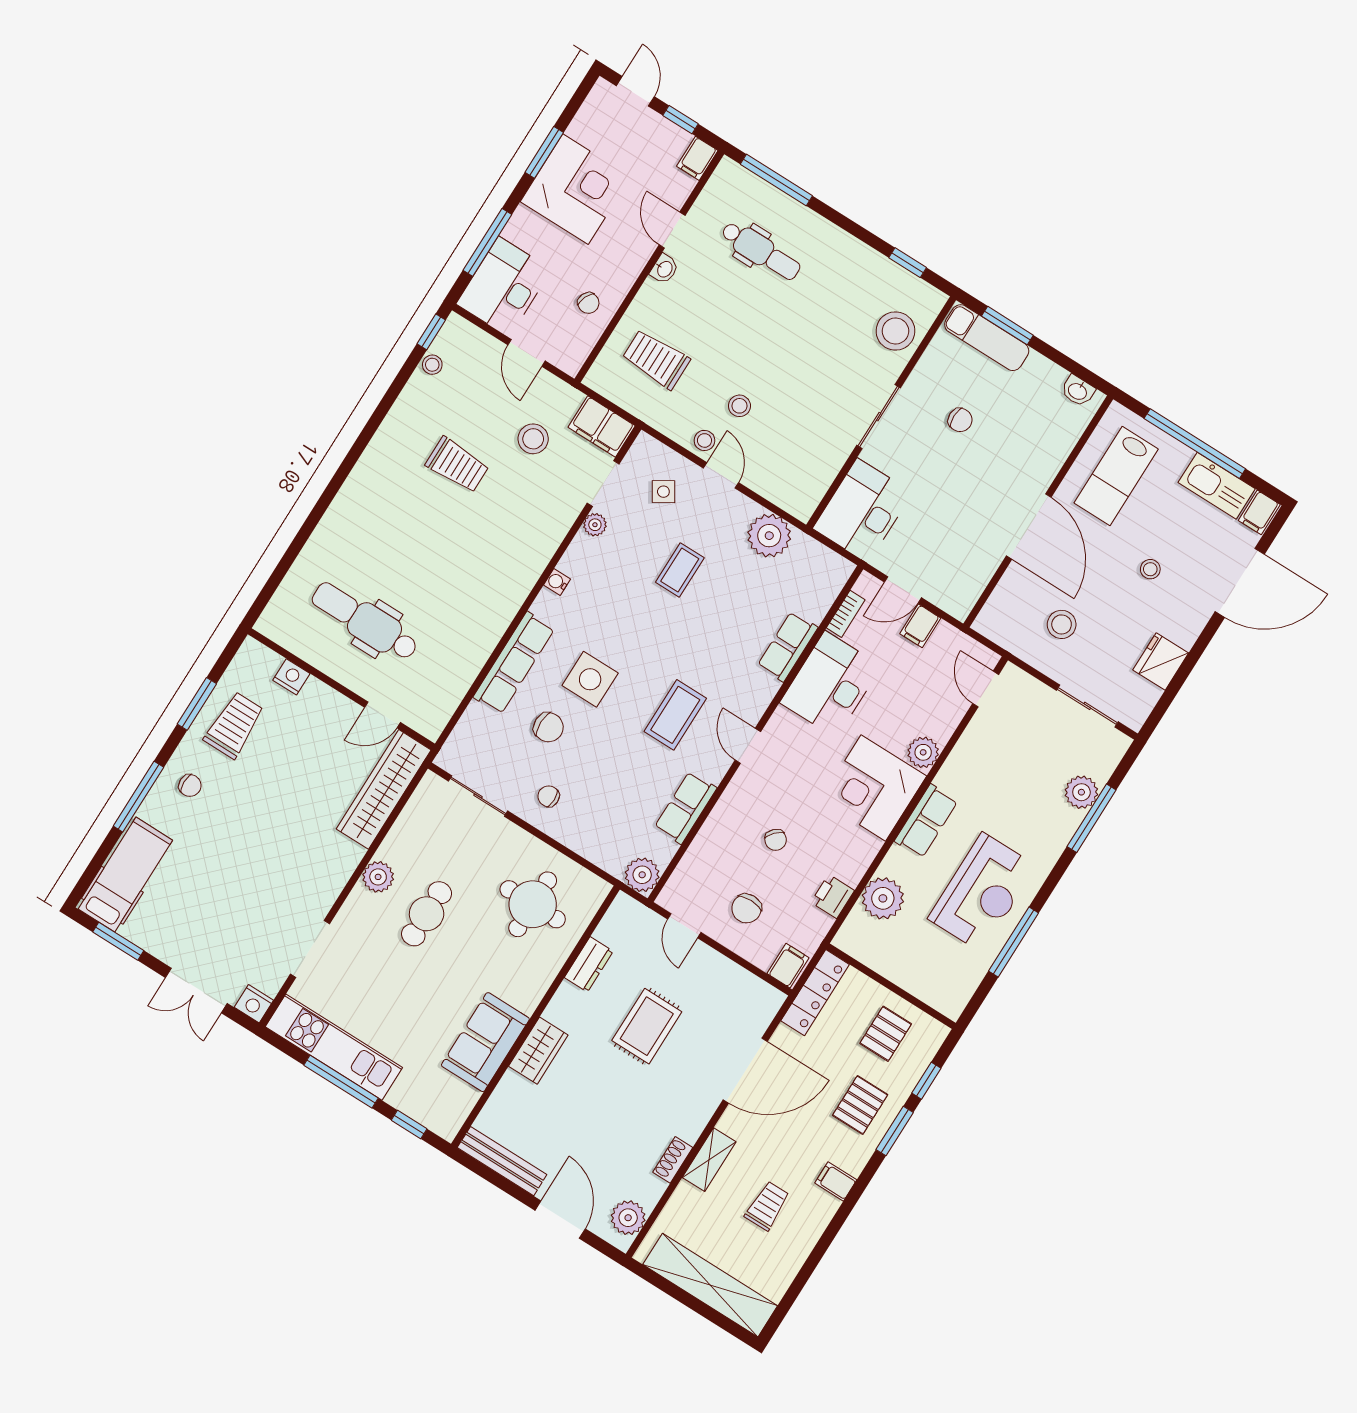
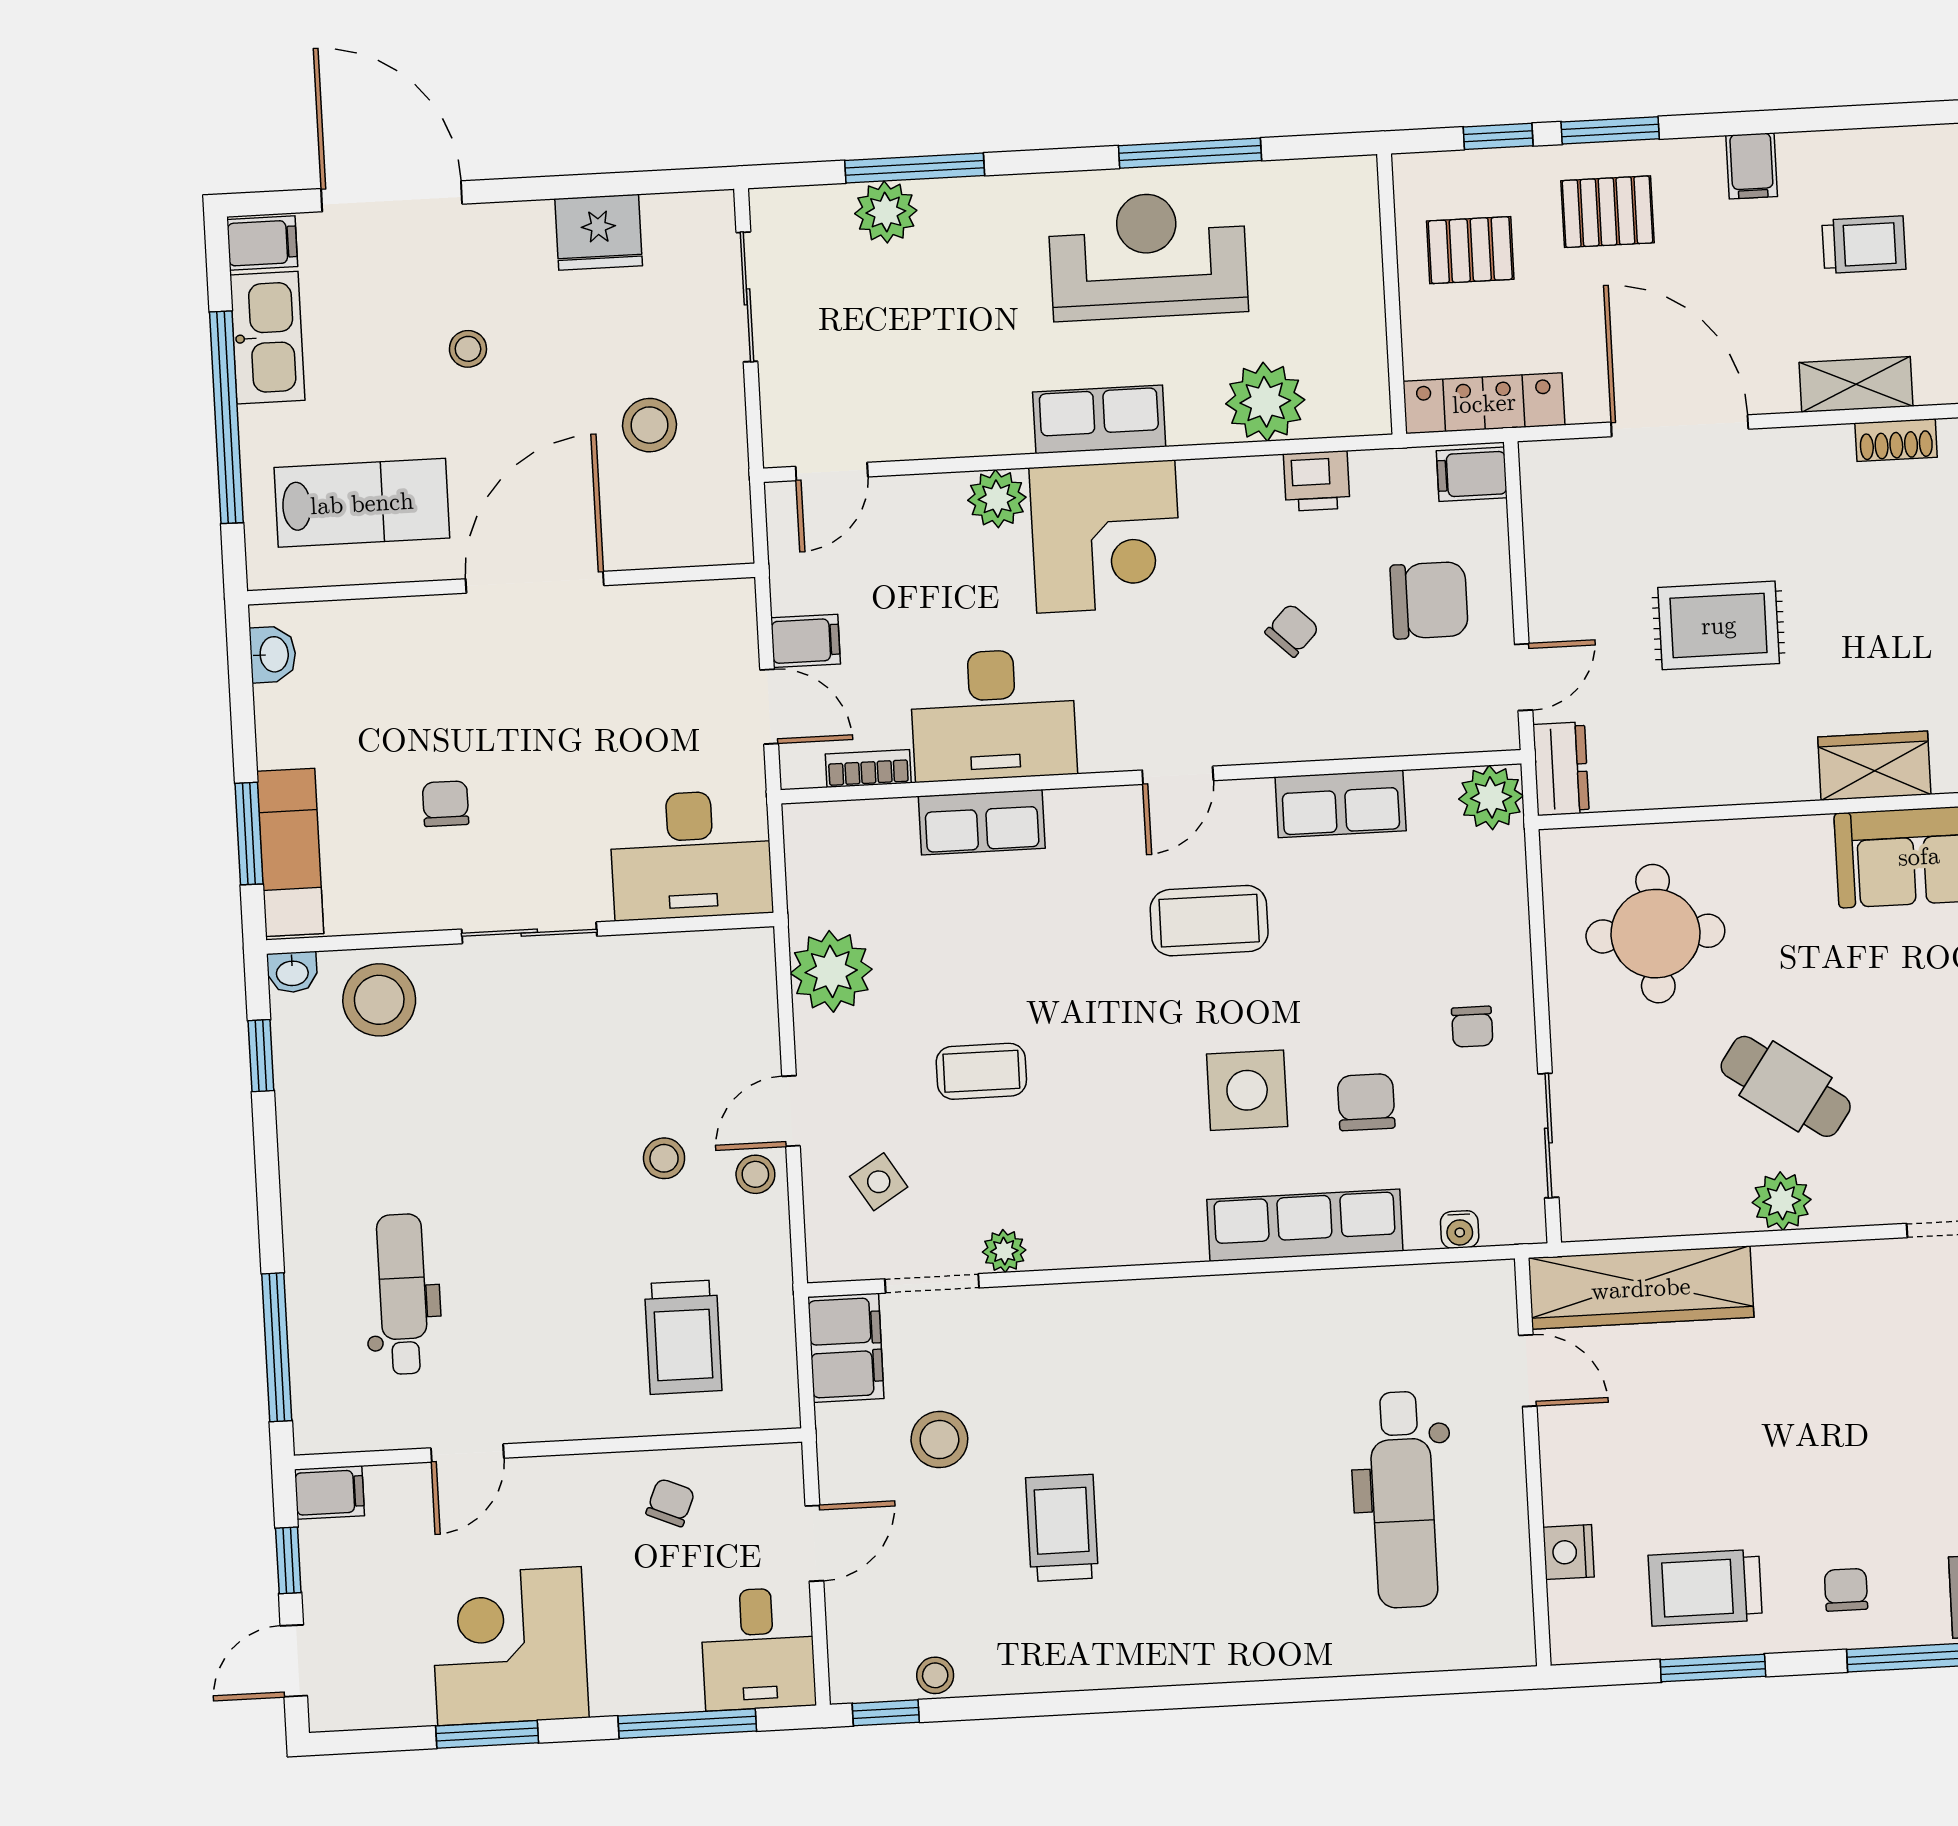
washbasin: (664, 269) -> (292, 972), moved, turned 180
desk: (504, 287) -> (758, 1649), width x0.73
water cooler: (557, 582) -> (1460, 1229), moved
chair: (747, 908) -> (1429, 600), width x1.37, depth x1.37
cafe table: (427, 914) -> (1786, 1086), turned 35
dresser: (589, 964) -> (1561, 769), moved, turned 90
trolley: (767, 1206) -> (1864, 245), turned 180

